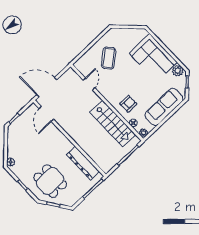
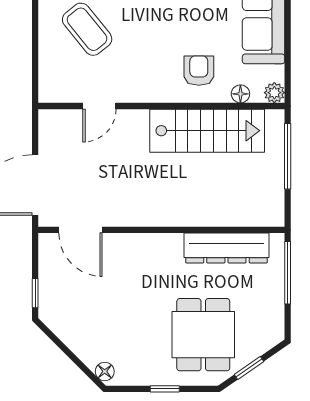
door: (89, 84) -> (99, 106), swing flipped
dining table: (50, 181) -> (203, 335), turned 90

